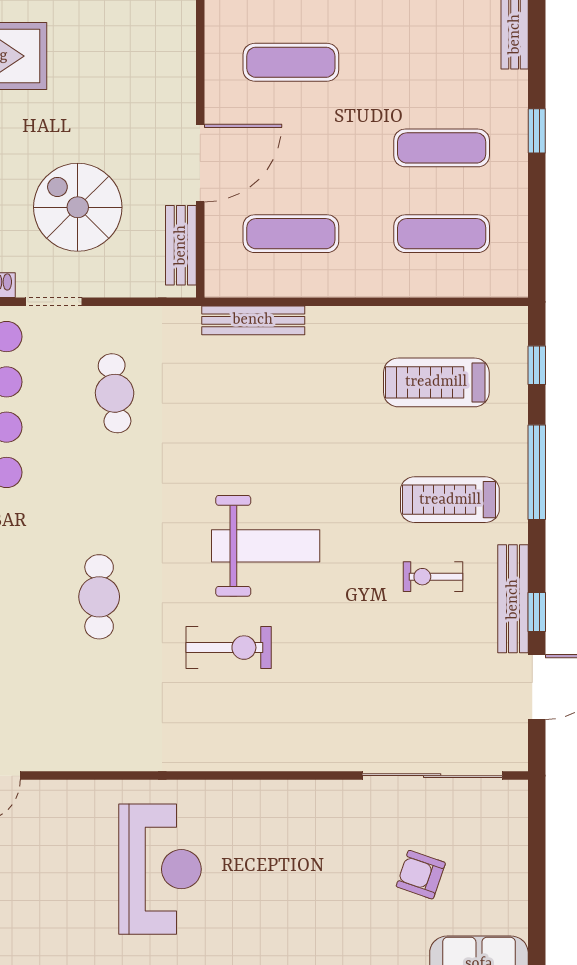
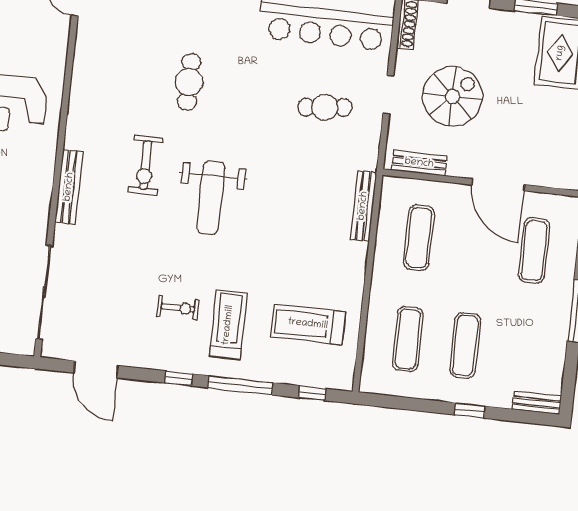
door: (200, 163) -> (498, 185), moved
doorway: (54, 302) -> (388, 94), moved
treadmill: (436, 382) -> (308, 324), turned -90
exercise bike: (433, 577) -> (178, 308), turned 90
cafe table: (99, 597) -> (189, 82), turned 90
bench: (513, 599) -> (69, 187), moved, turned 90
window: (537, 612) -> (179, 378), moved

